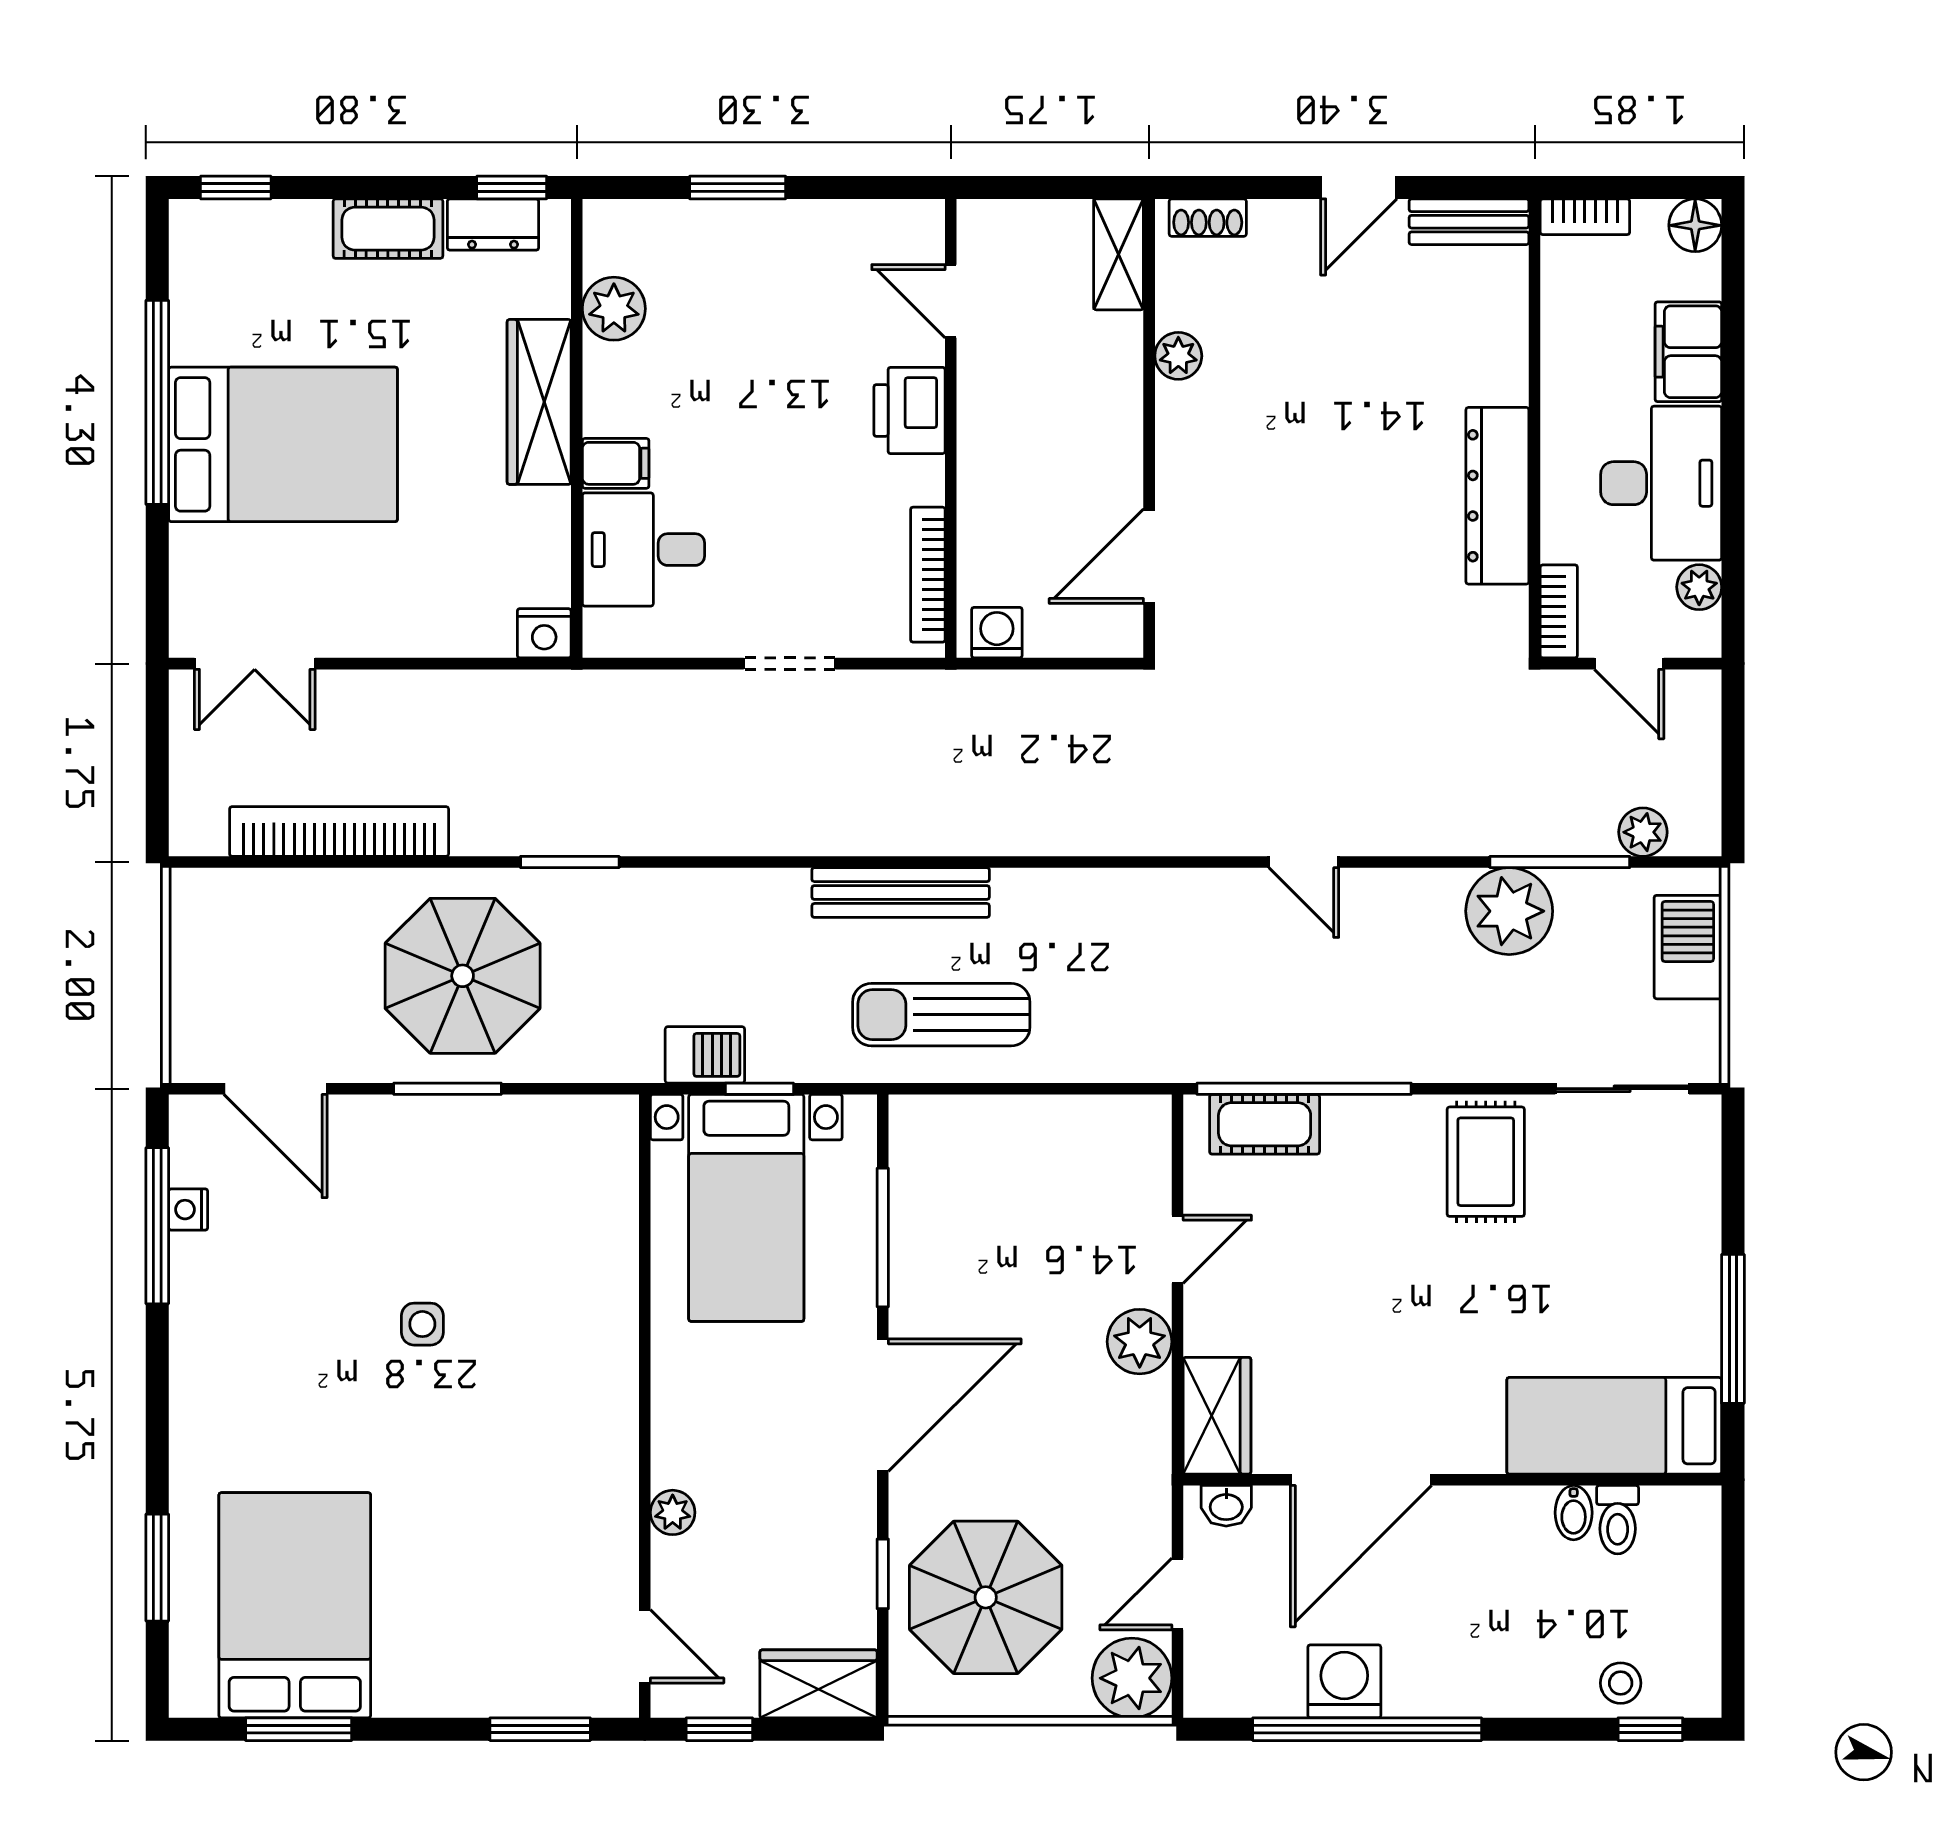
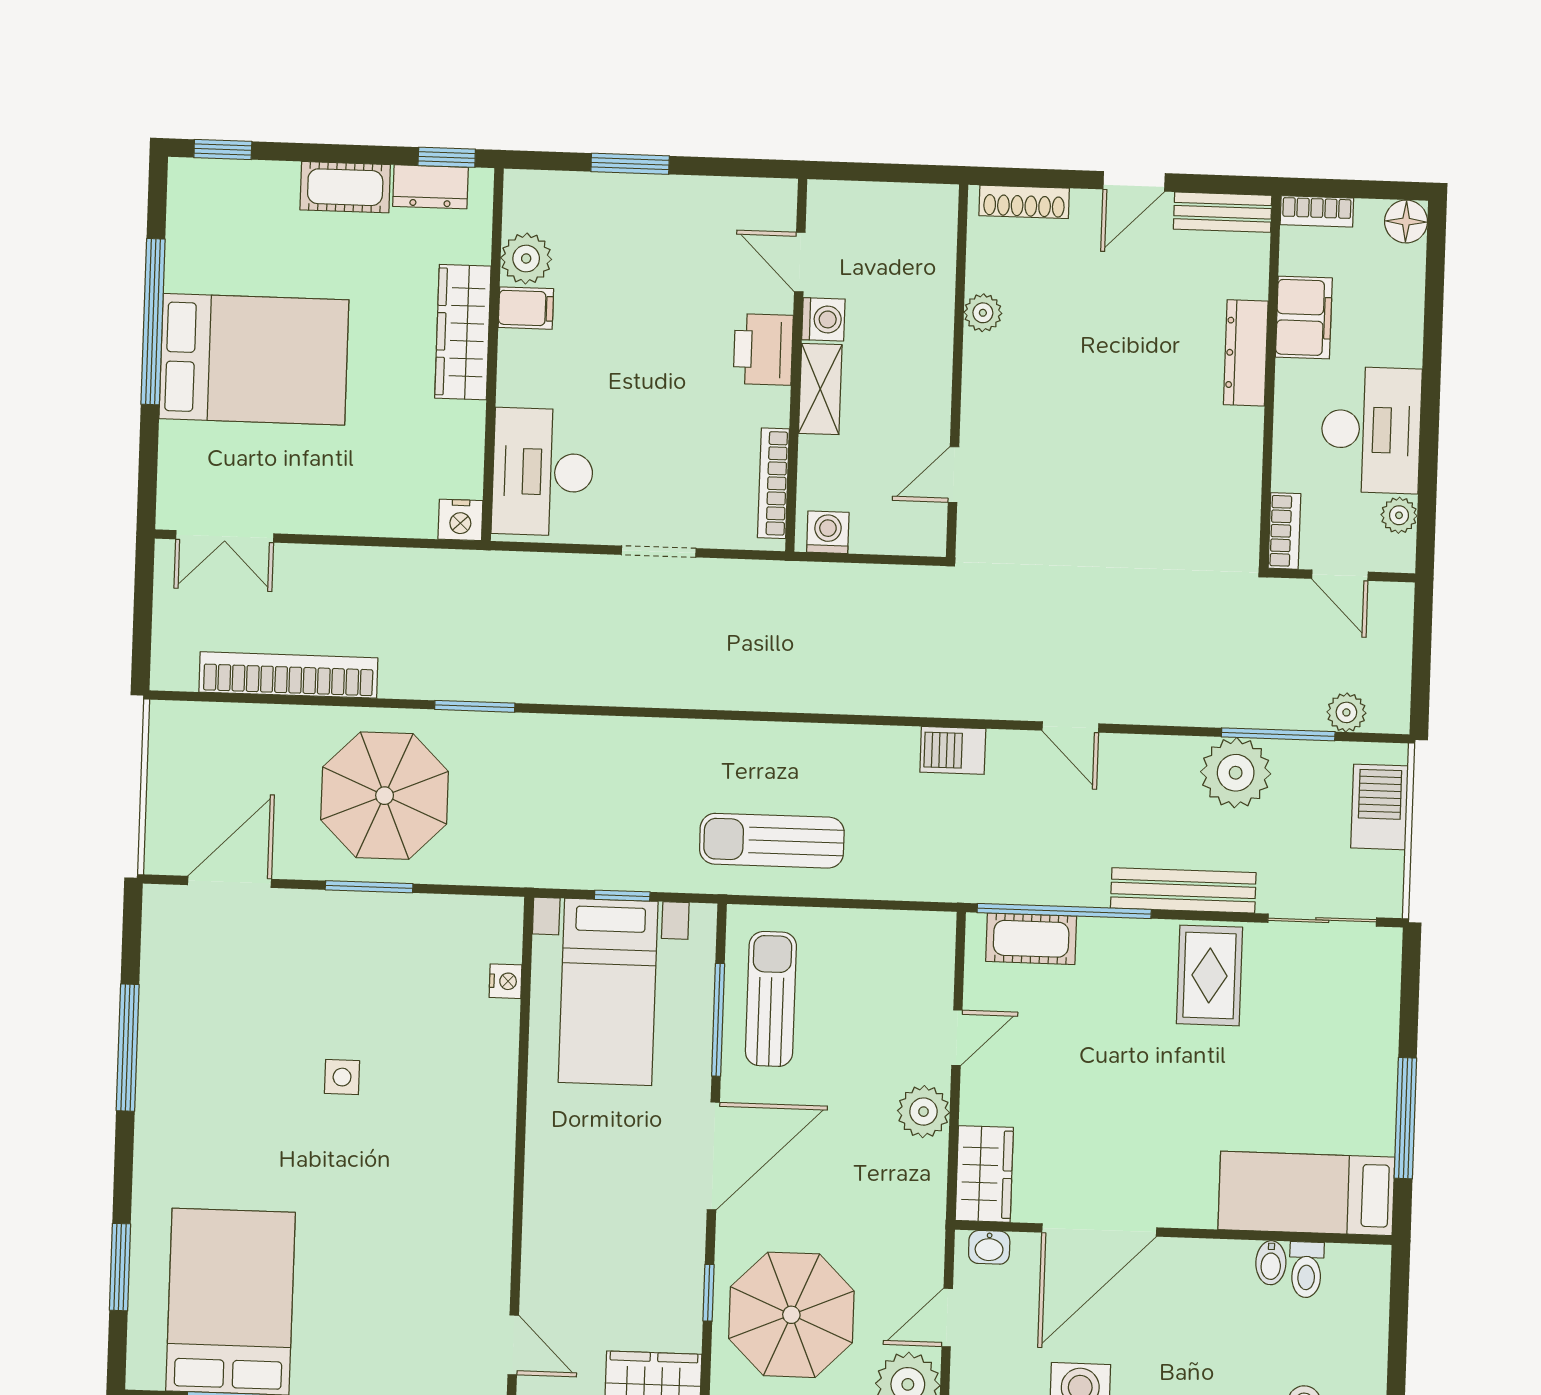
shoe rack: (1208, 218) -> (1024, 202), width x1.43
shelving: (1119, 254) -> (820, 389), moved
filing cabinet: (1688, 352) -> (1304, 318), moved, turned 180
washing machine: (982, 371) -> (823, 319), added
filing cabinet: (616, 463) -> (526, 308), moved
dresser: (1497, 496) -> (1246, 353), moved, width x0.73, depth x0.80
desk: (643, 550) -> (543, 472), width x1.37
door: (1149, 556) -> (954, 475), width x0.73
bench: (901, 893) -> (1183, 890), moved
barbecue: (705, 1055) -> (953, 750), moved, turned 180
door: (275, 1089) -> (230, 882), swing flipped
sun lounger: (947, 1209) -> (771, 999), added
nightstand: (188, 1210) -> (506, 981), moved, turned 180
window: (157, 1226) -> (128, 1048), moved
plant: (673, 1512) -> (540, 1237), removed

